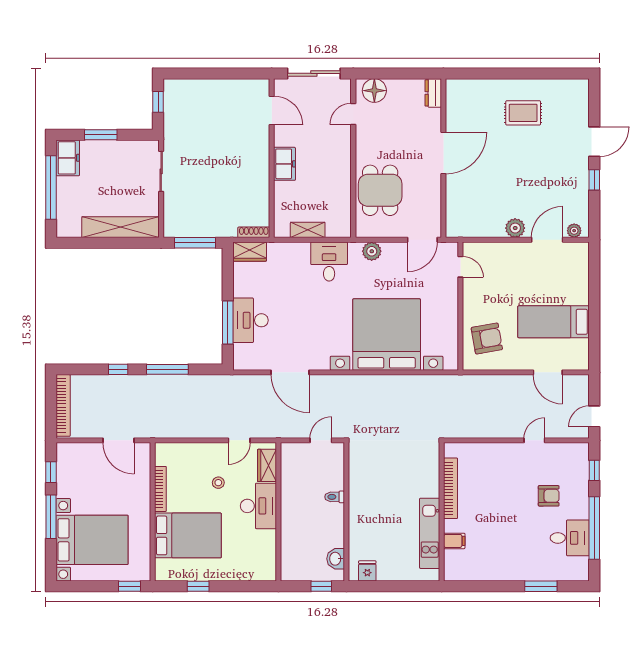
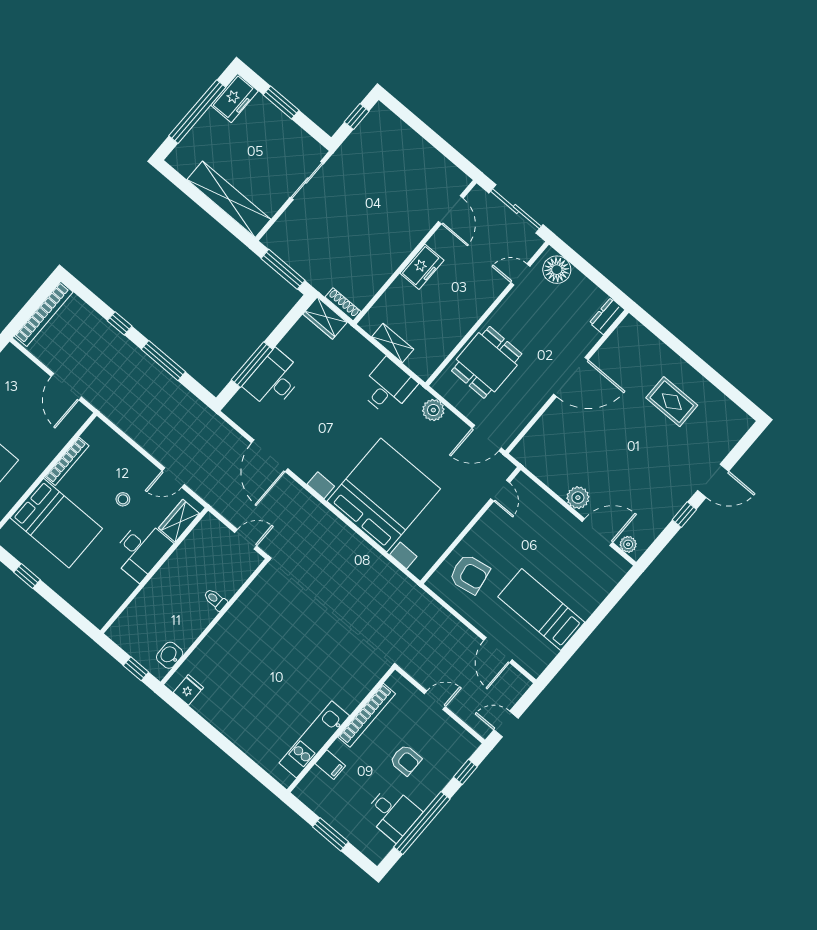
bookcase: (451, 488) -> (367, 715), moved
wall: (442, 512) -> (341, 729), moved
kitchen unit: (430, 533) -> (314, 739), moved
filing cabinet: (454, 541) -> (330, 765), moved

